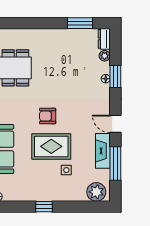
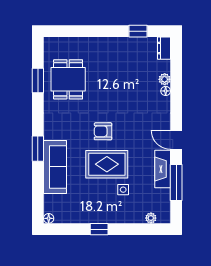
window: (80, 23) -> (138, 31), width x0.67
plant: (105, 56) -> (165, 79), moved
window: (115, 77) -> (176, 89), removed
plant: (96, 192) -> (151, 218), width x0.53, depth x0.53

